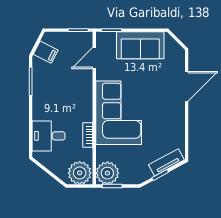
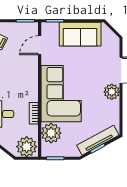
plant: (176, 111) -> (112, 92), added
tv unit: (166, 162) -> (98, 140), width x1.41
plant: (107, 173) -> (51, 133), moved

